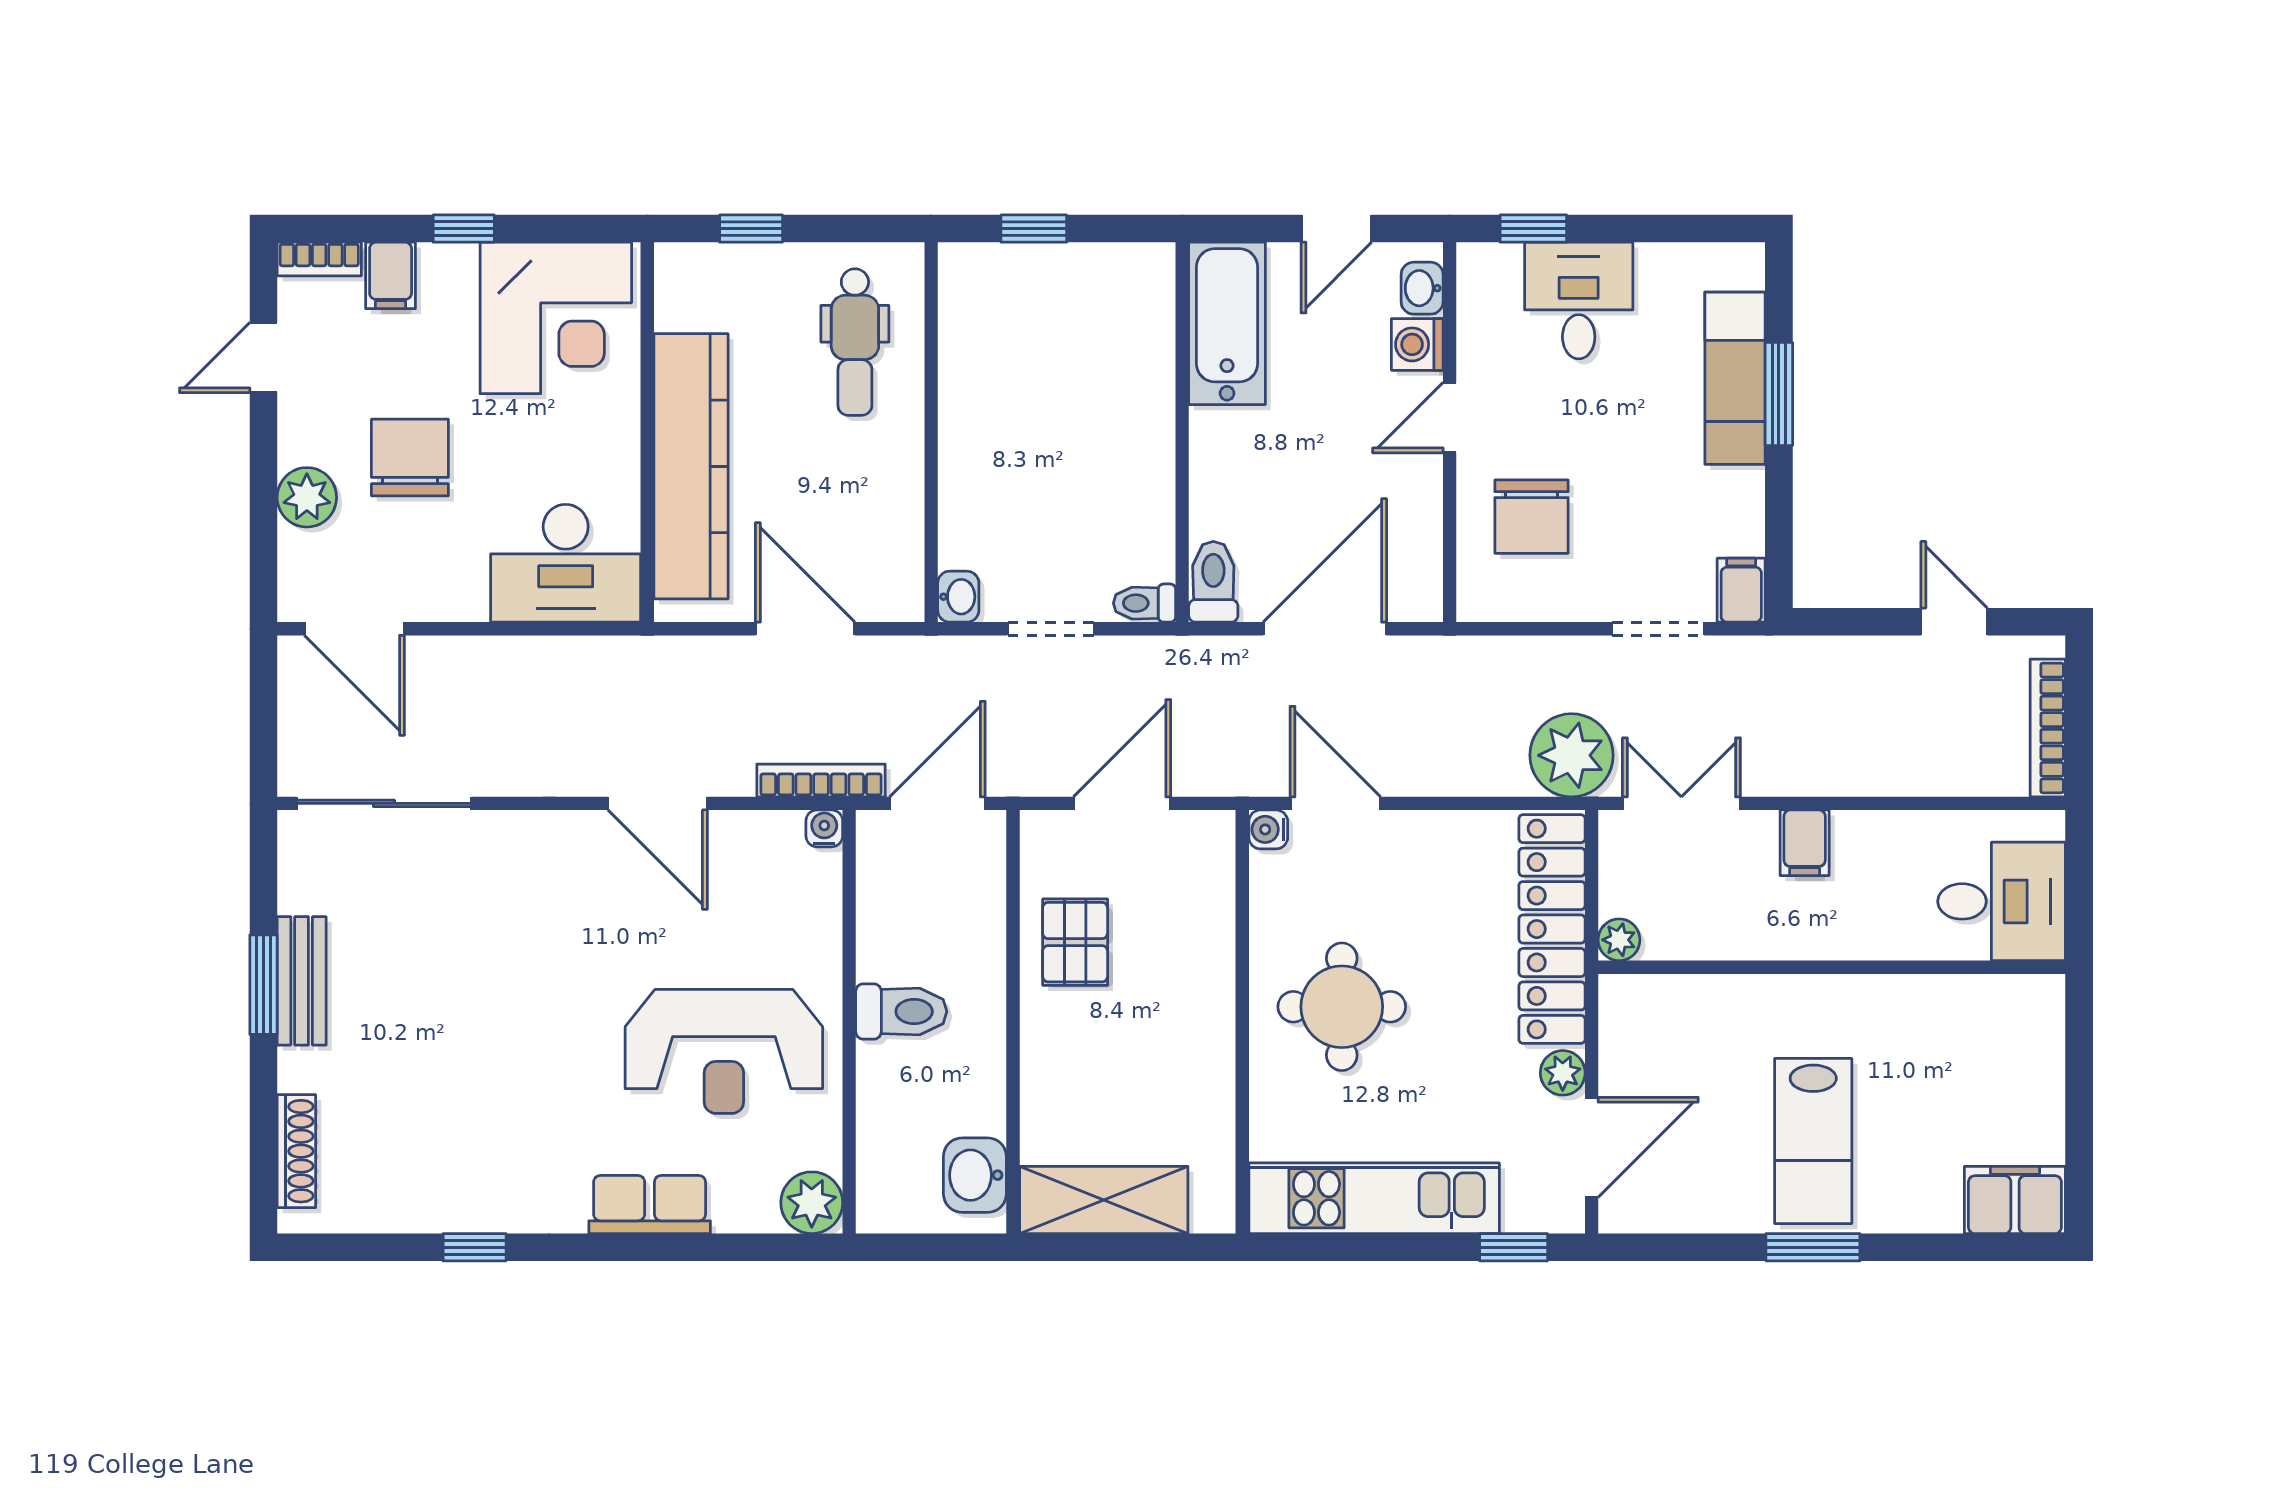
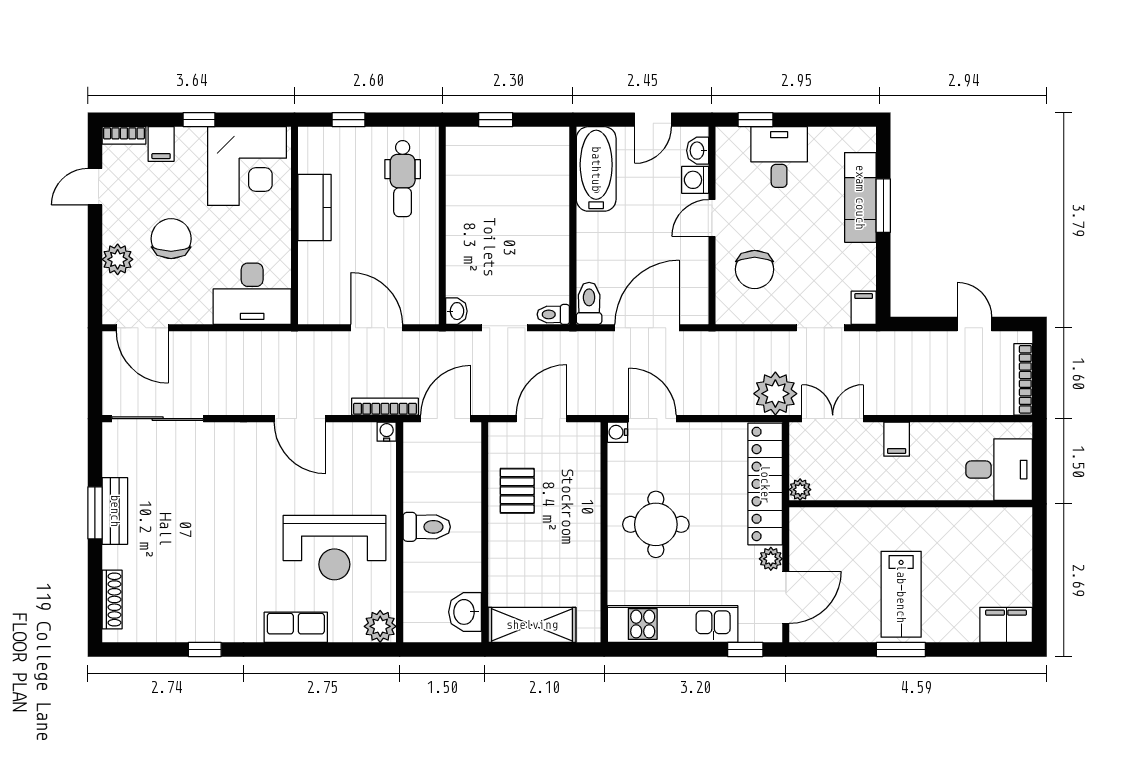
kitchen counter: (691, 466) -> (315, 207), width x0.48, depth x0.86

